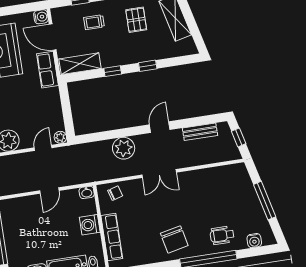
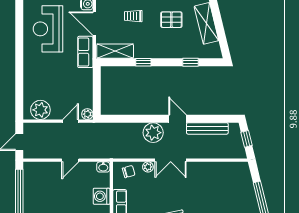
pallet: (136, 20) -> (171, 20), turned 90
window: (148, 66) -> (190, 62), moved
door: (160, 127) -> (178, 119), hinge flipped
bench: (200, 132) -> (207, 128), width x1.36
plant: (124, 148) -> (153, 133), moved
plant: (136, 185) -> (148, 167), added

